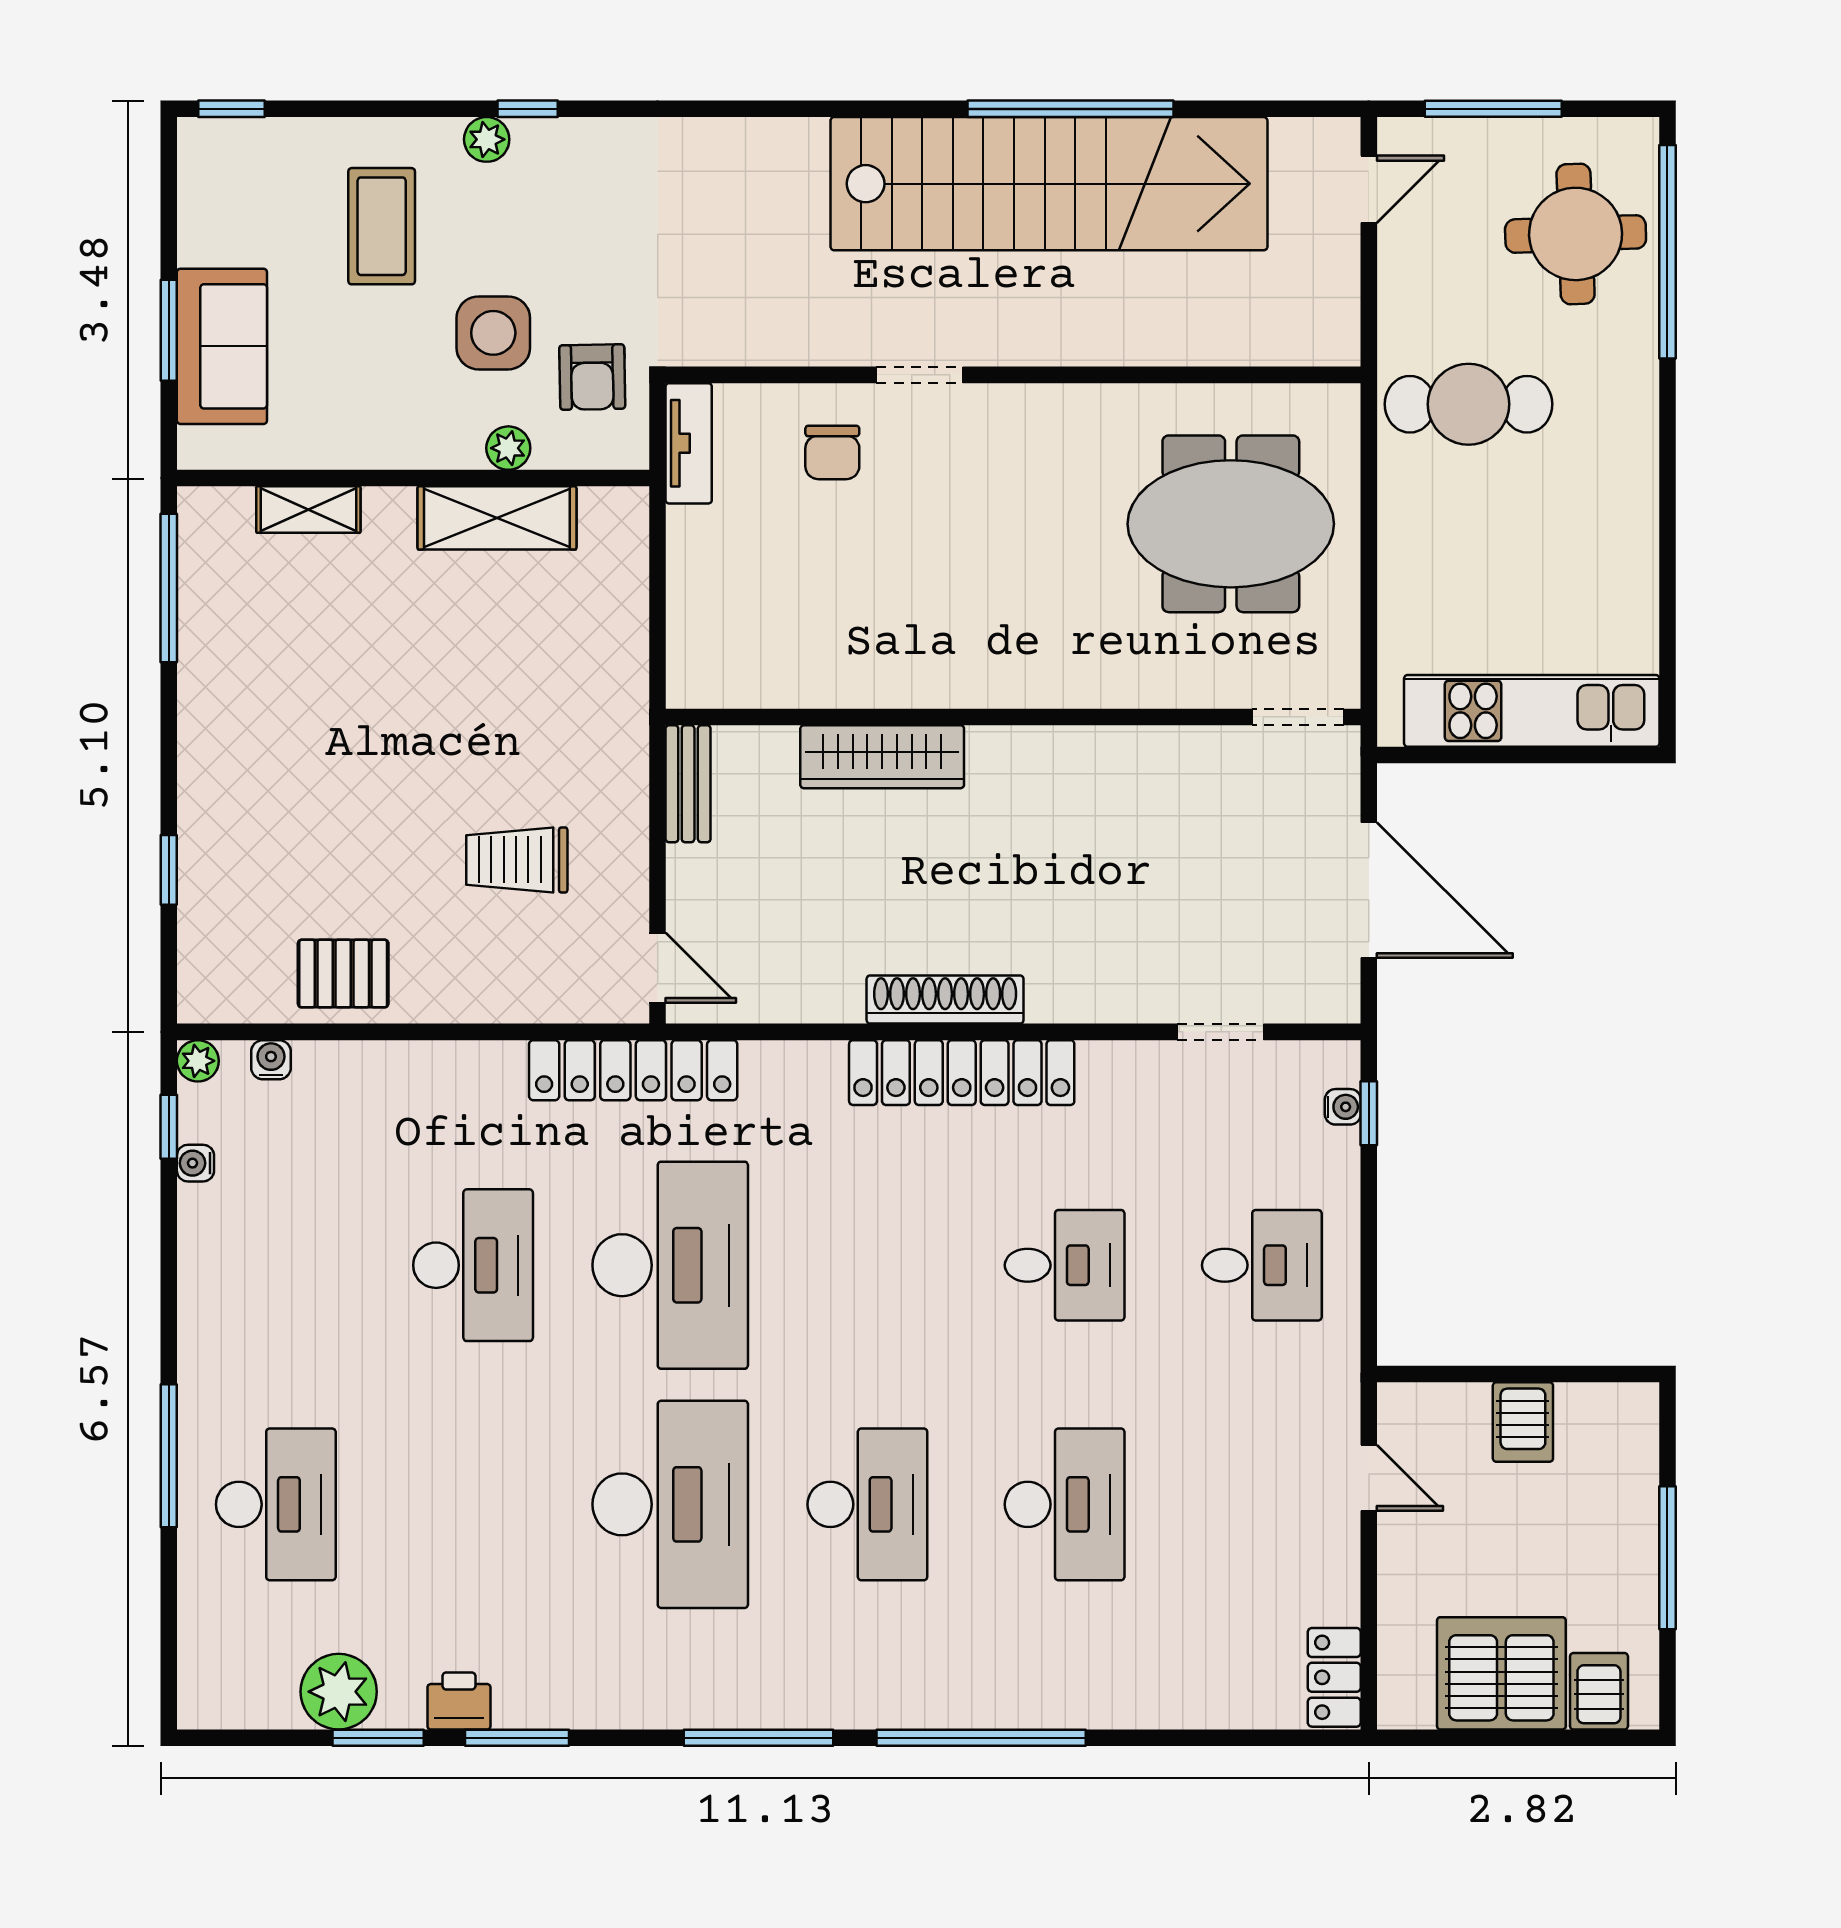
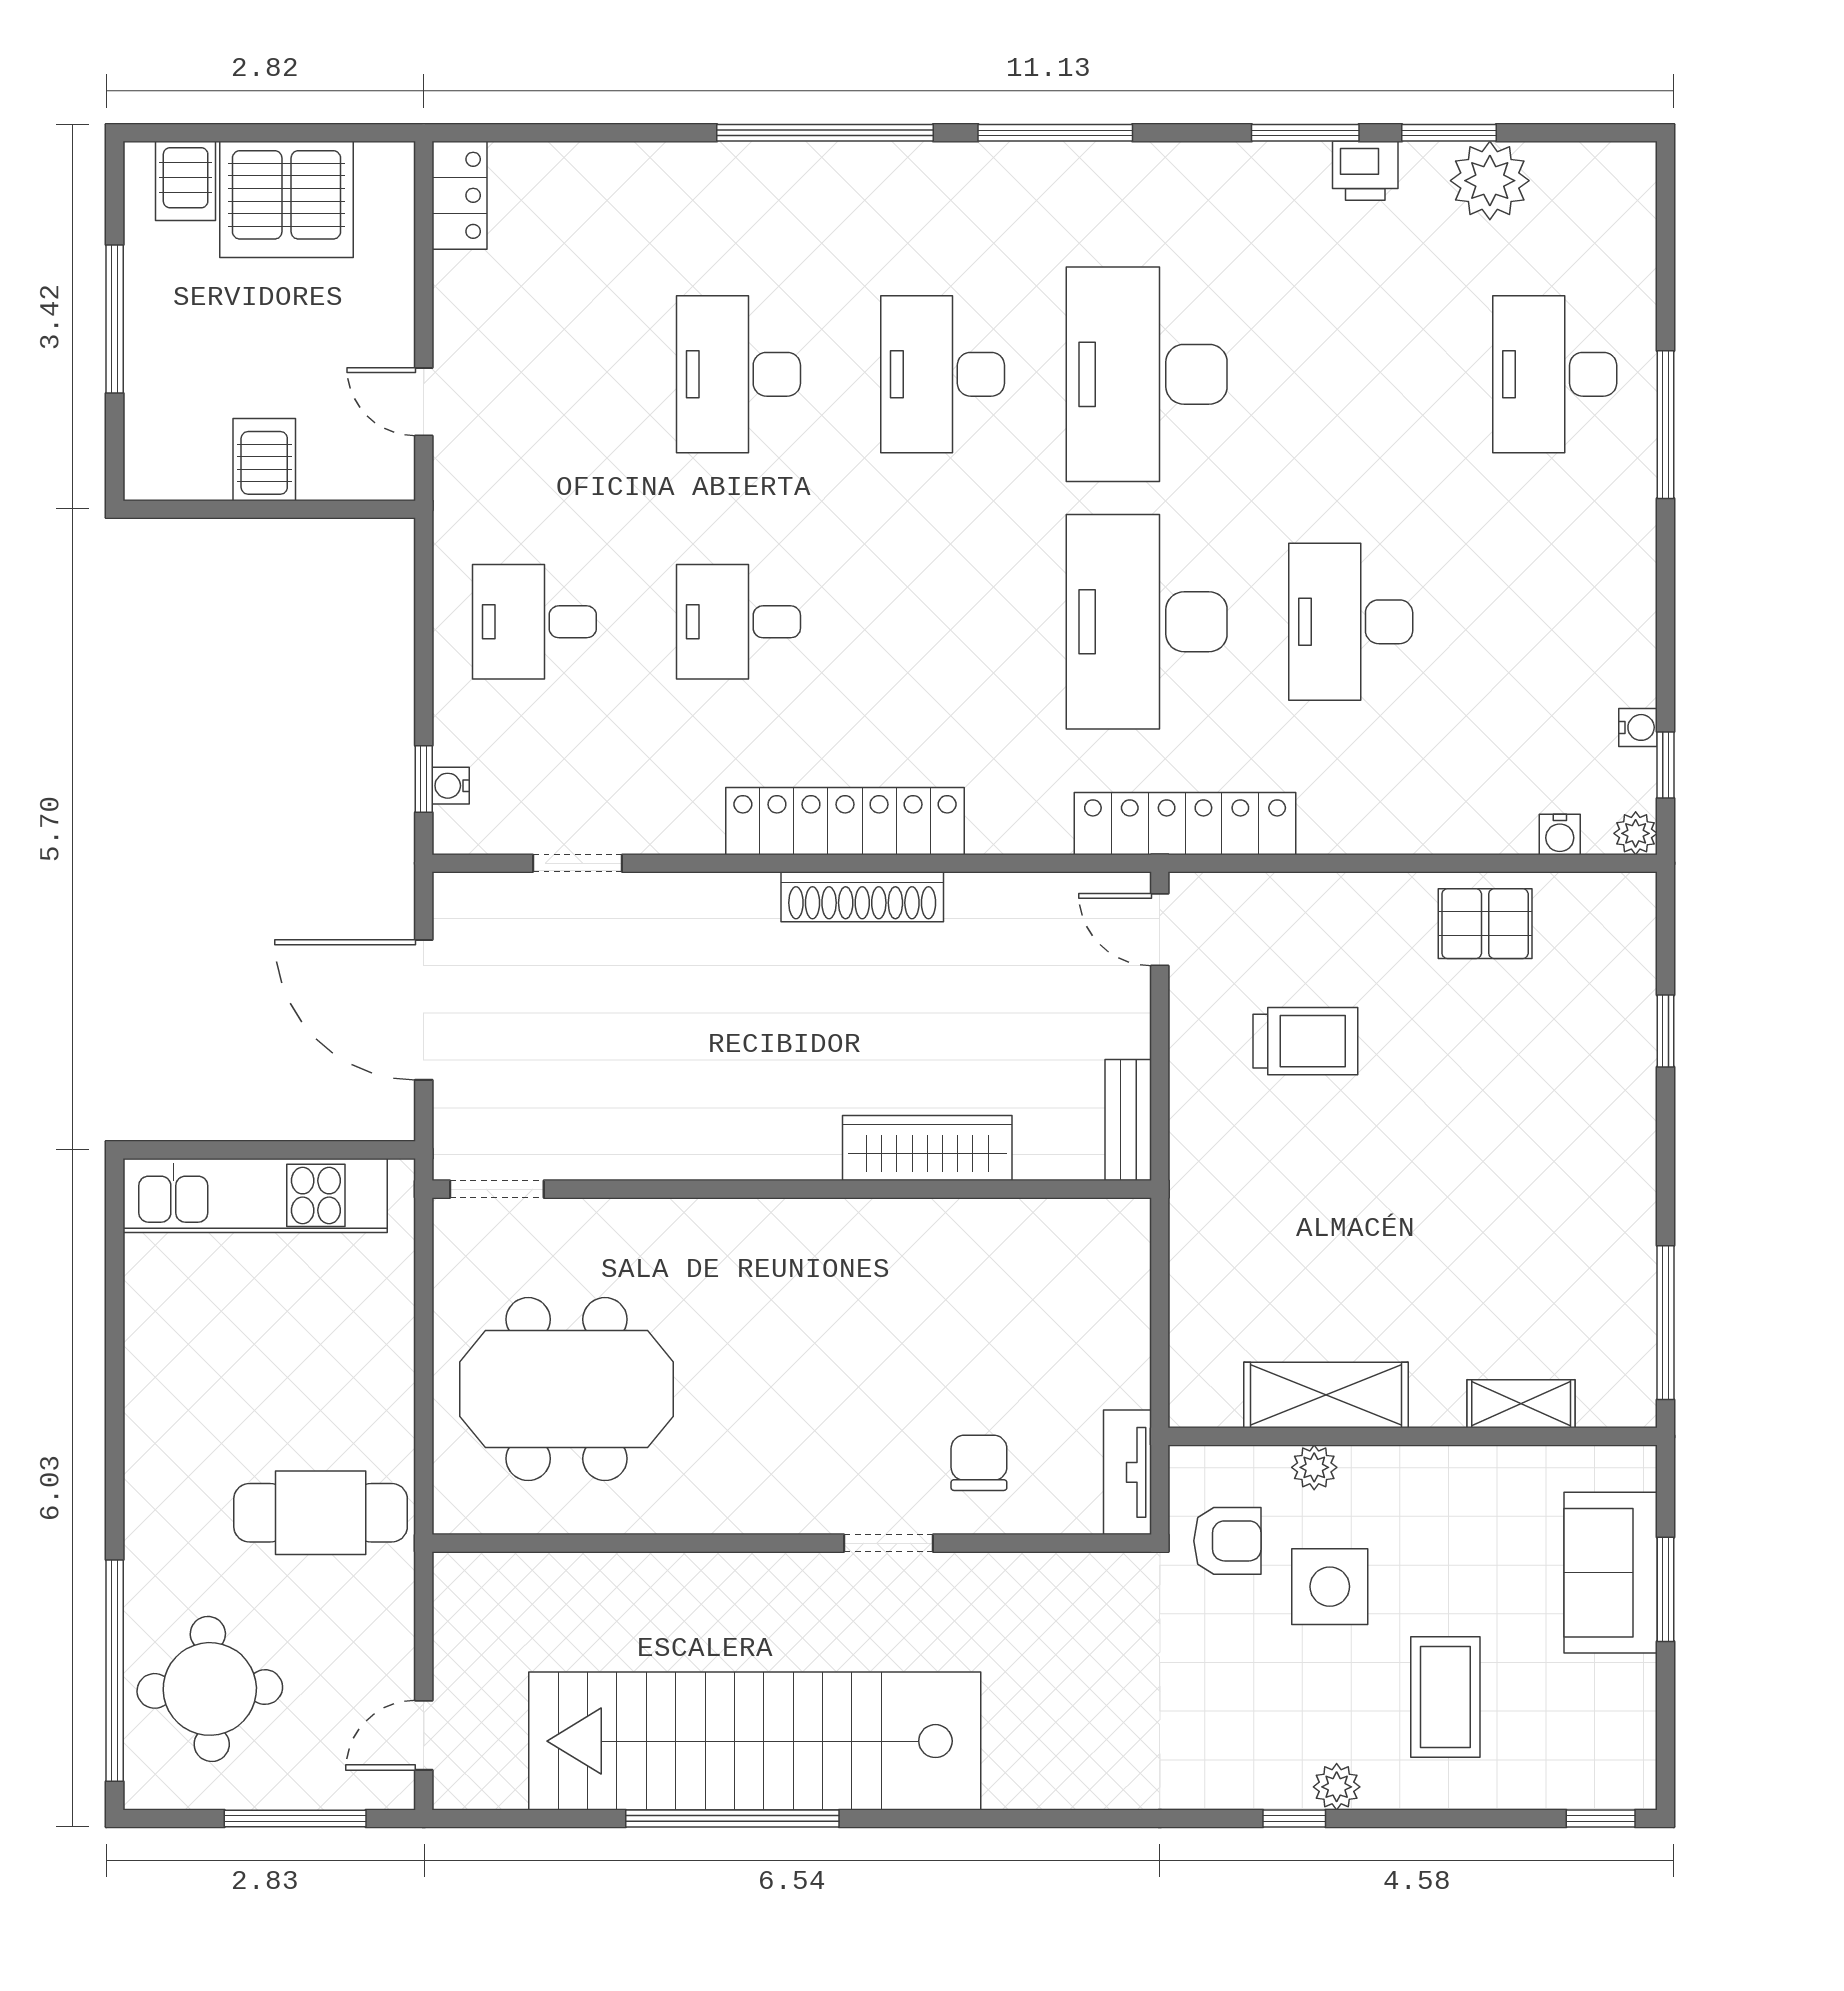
armchair: (592, 377) -> (1227, 1541), turned 91

